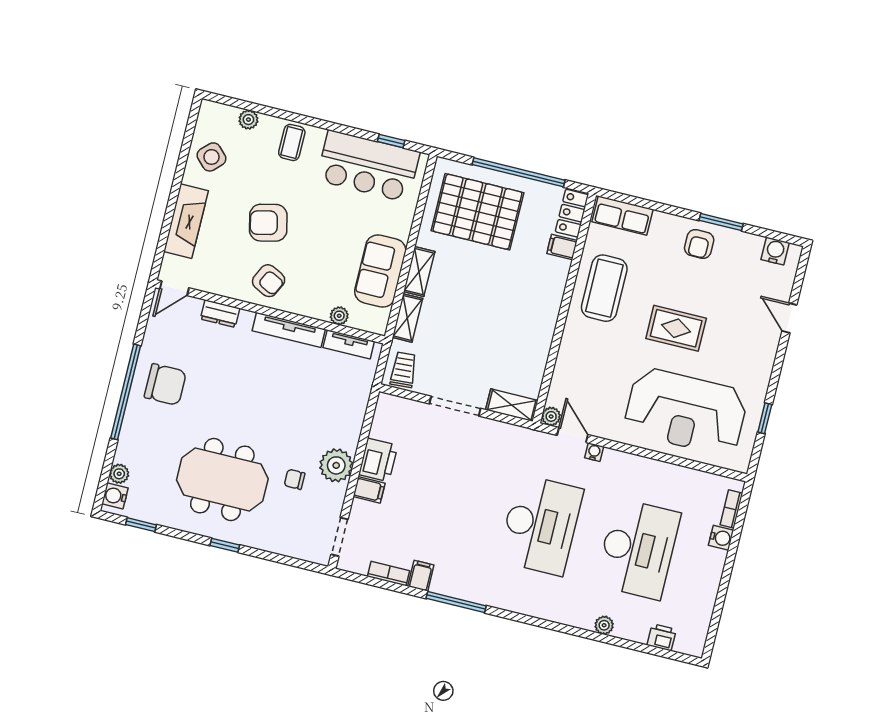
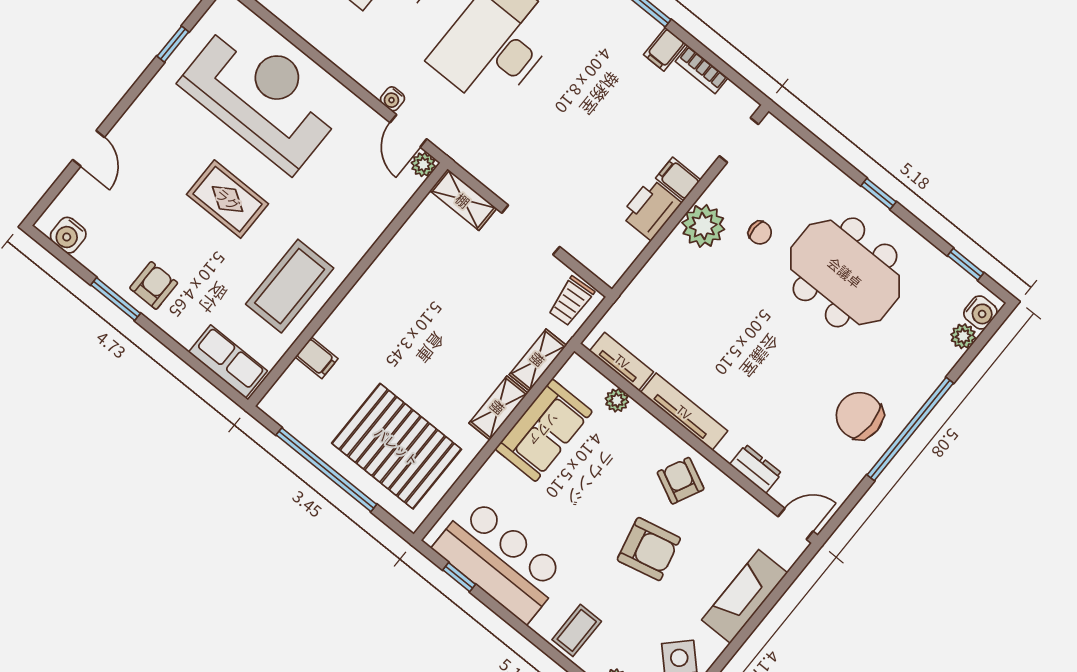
locker: (572, 213) -> (286, 392), removed

